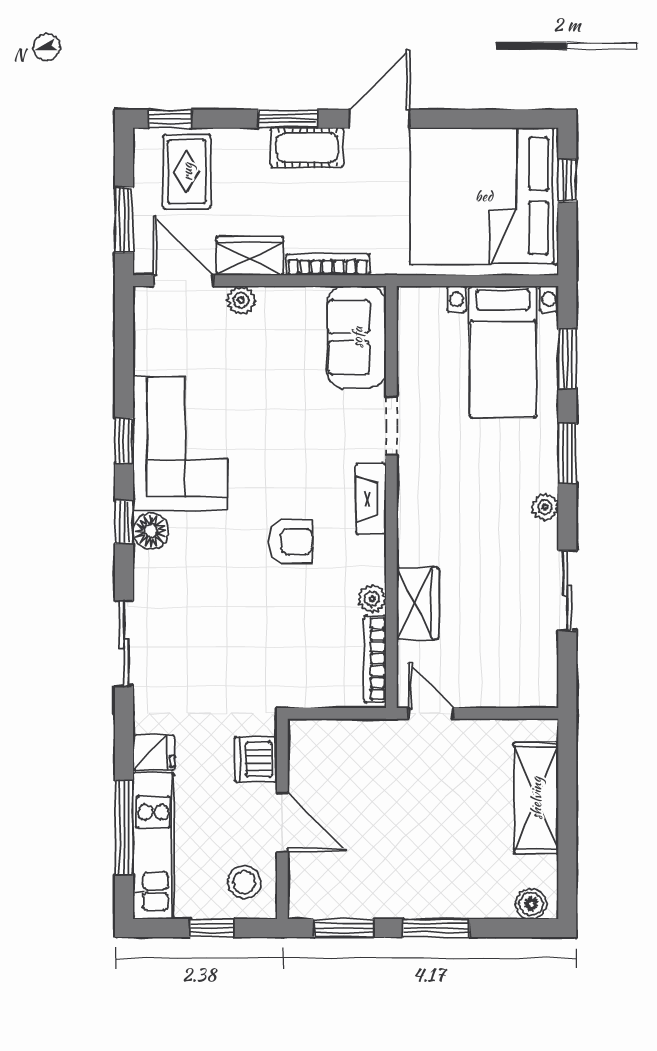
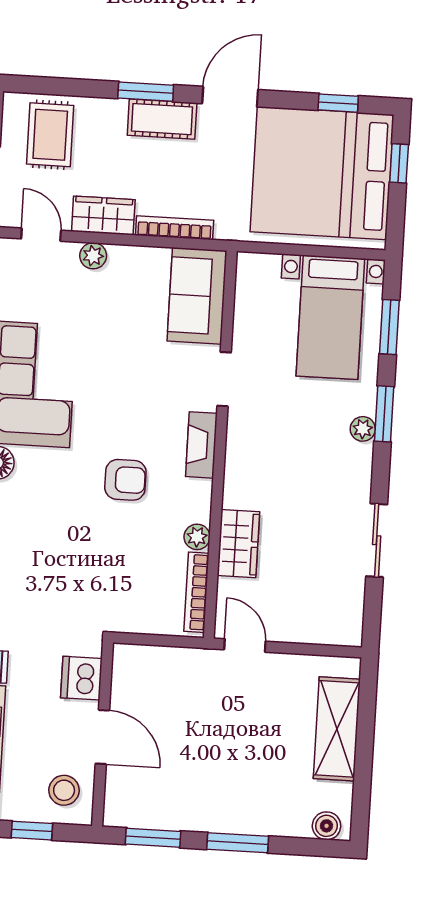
window: (170, 119) -> (338, 103), moved
door: (183, 281) -> (41, 235), width x0.73
plant: (545, 507) -> (363, 429), moved

